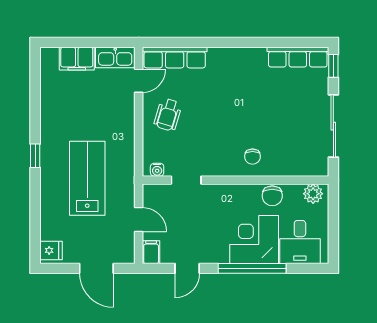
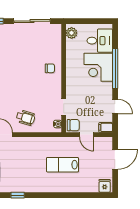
window: (35, 156) -> (18, 195), moved
lab bench: (87, 178) -> (62, 165), width x0.73, depth x0.72
chair: (272, 196) -> (73, 125), moved
door: (139, 220) -> (87, 135), swing flipped

